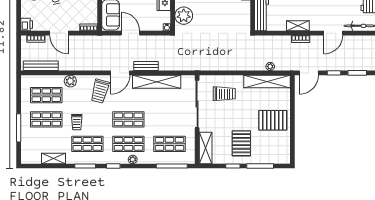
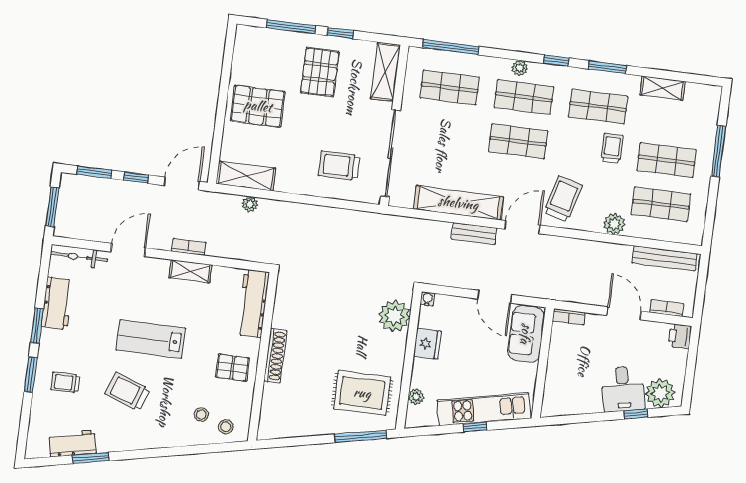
shelving: (267, 81) -> (246, 176), width x0.68

